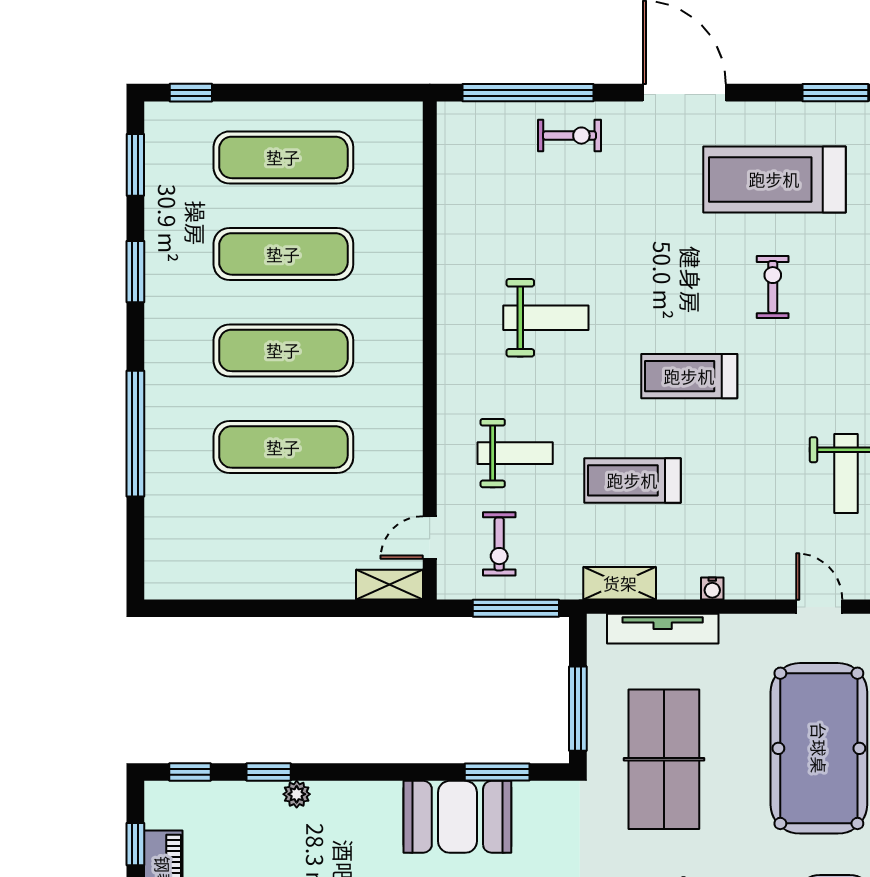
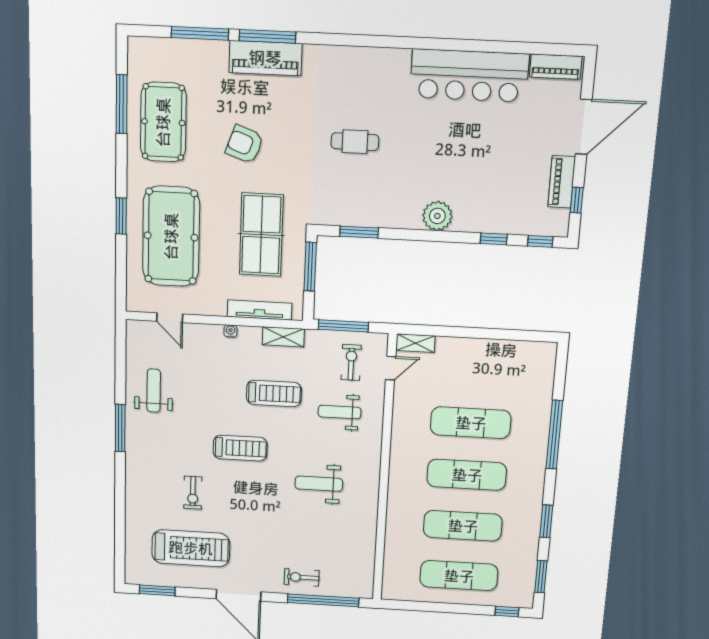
plant: (297, 794) -> (437, 216), moved, width x1.87, depth x1.87
booth: (457, 817) -> (384, 207), removed

